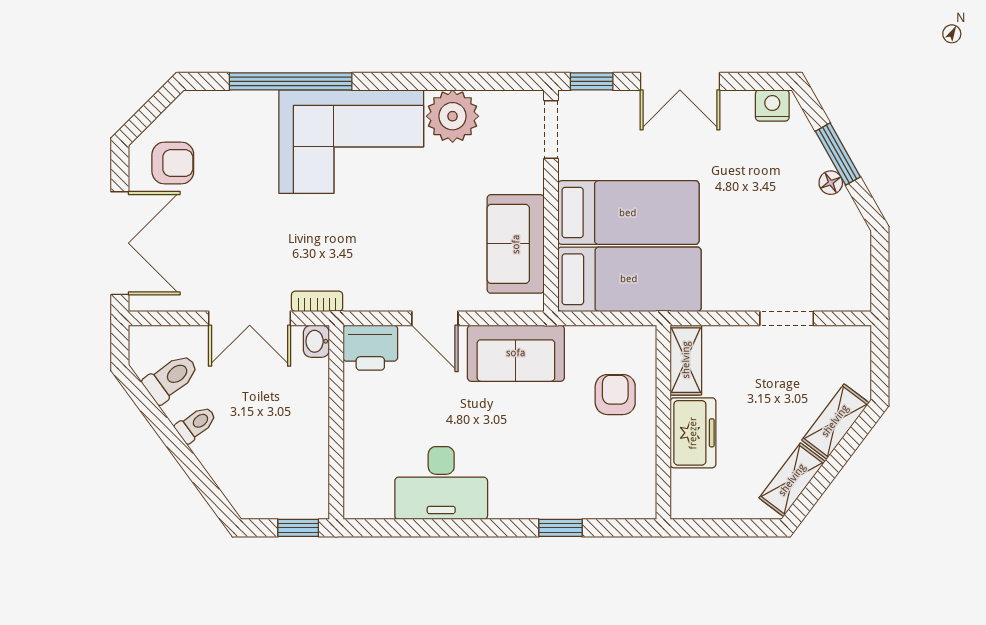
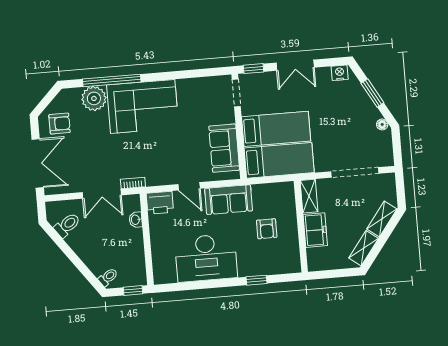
plant: (453, 116) -> (94, 98), moved
floor lamp: (831, 183) -> (382, 124), moved
doorway: (787, 318) -> (355, 172), width x1.88
washbasin: (316, 341) -> (136, 220), moved
armchair: (615, 395) -> (267, 229), moved, turned 180
toilet: (196, 424) -> (108, 277), moved
desk: (441, 483) -> (206, 258), width x1.36, depth x1.30

